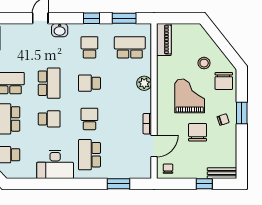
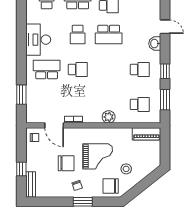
school desk: (130, 47) -> (140, 104), width x0.54
school desk: (89, 83) -> (109, 69), removed

